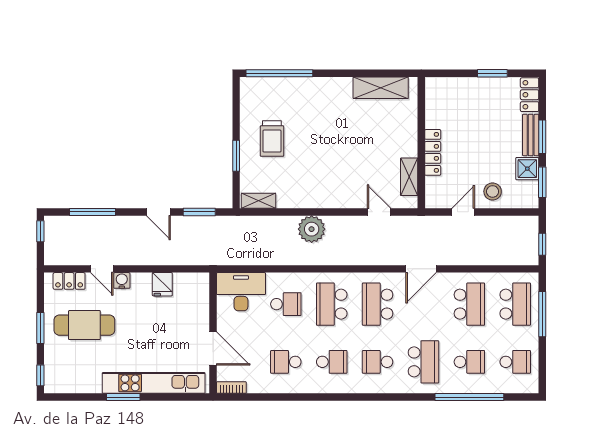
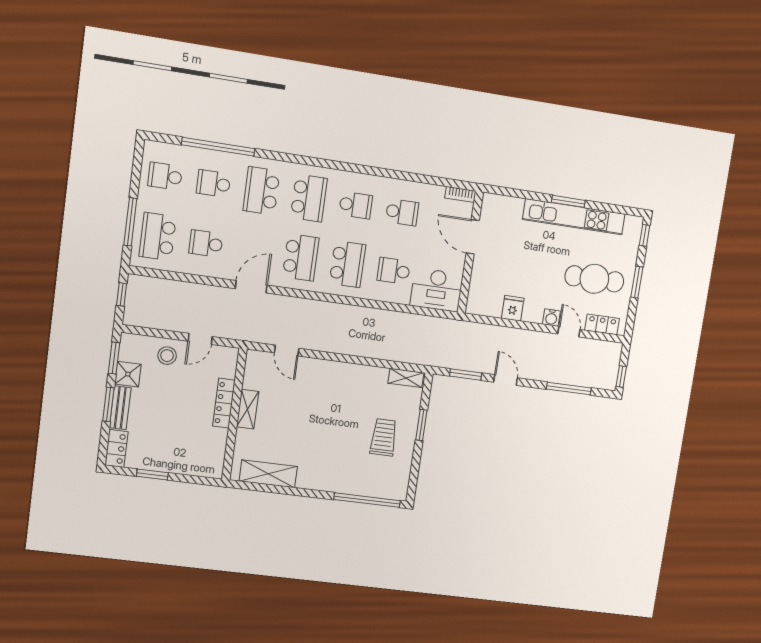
shelving: (409, 177) -> (248, 409), moved
plant: (312, 229) -> (357, 343), removed
school desk: (469, 304) -> (206, 244), width x0.54
school desk: (332, 362) -> (356, 205), turned 180
school desk: (378, 362) -> (309, 198), width x1.85
kitchen unit: (154, 383) -> (574, 217), moved

